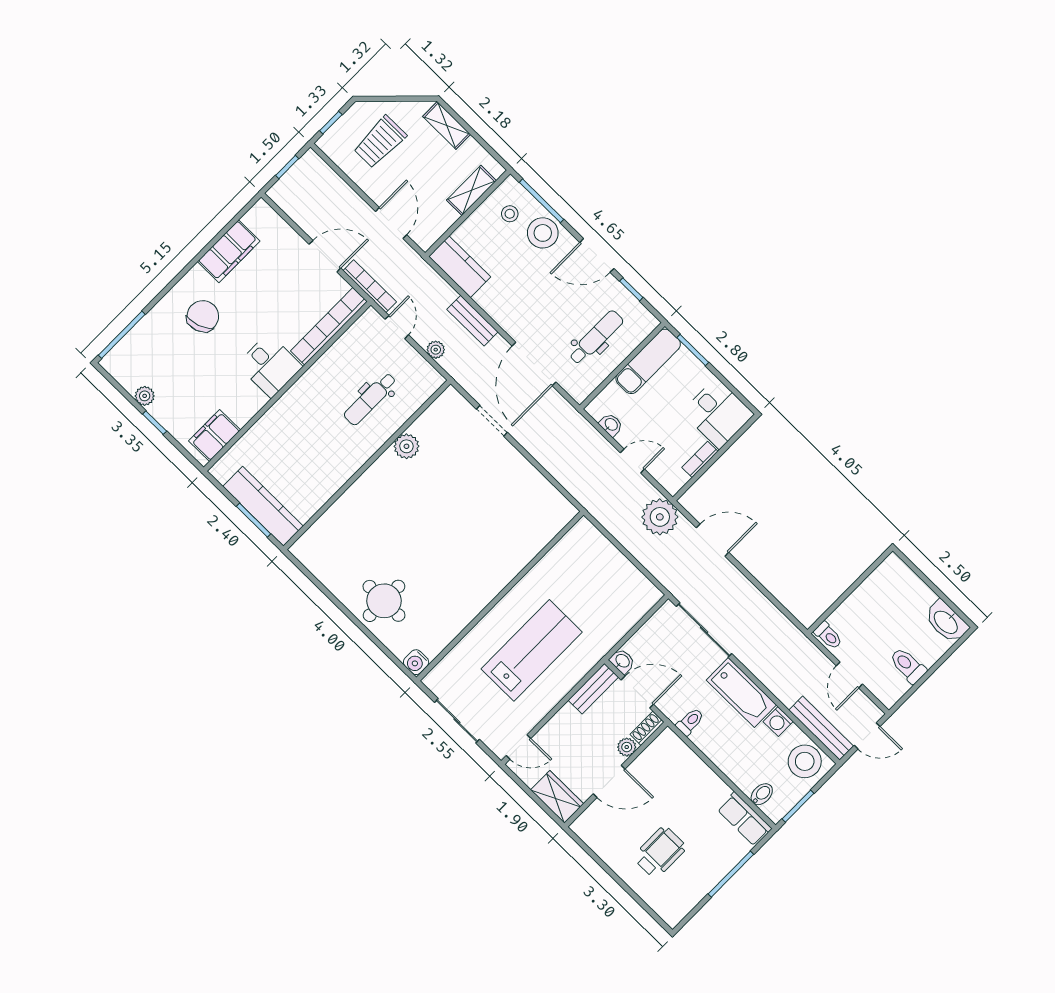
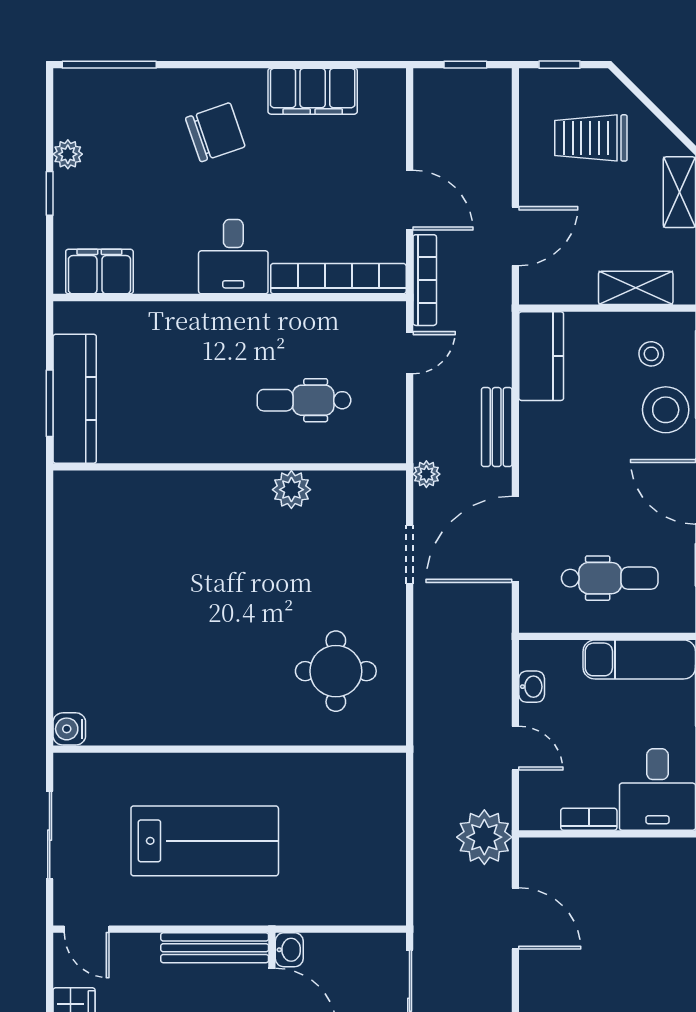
plant: (436, 350) -> (426, 474), moved
round table: (384, 601) -> (336, 671), moved
bench: (593, 689) -> (215, 948), width x1.36

